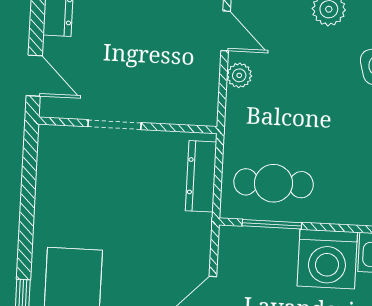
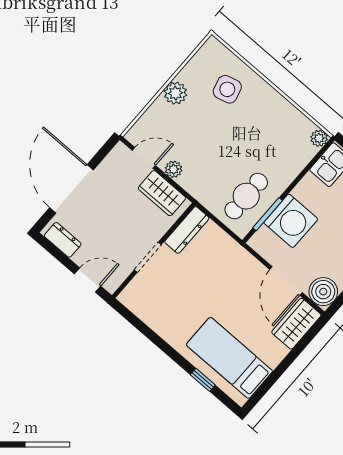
wardrobe: (201, 83) -> (162, 193), added
dresser: (201, 176) -> (187, 230), moved, turned -90
washing machine: (327, 259) -> (291, 221), moved

